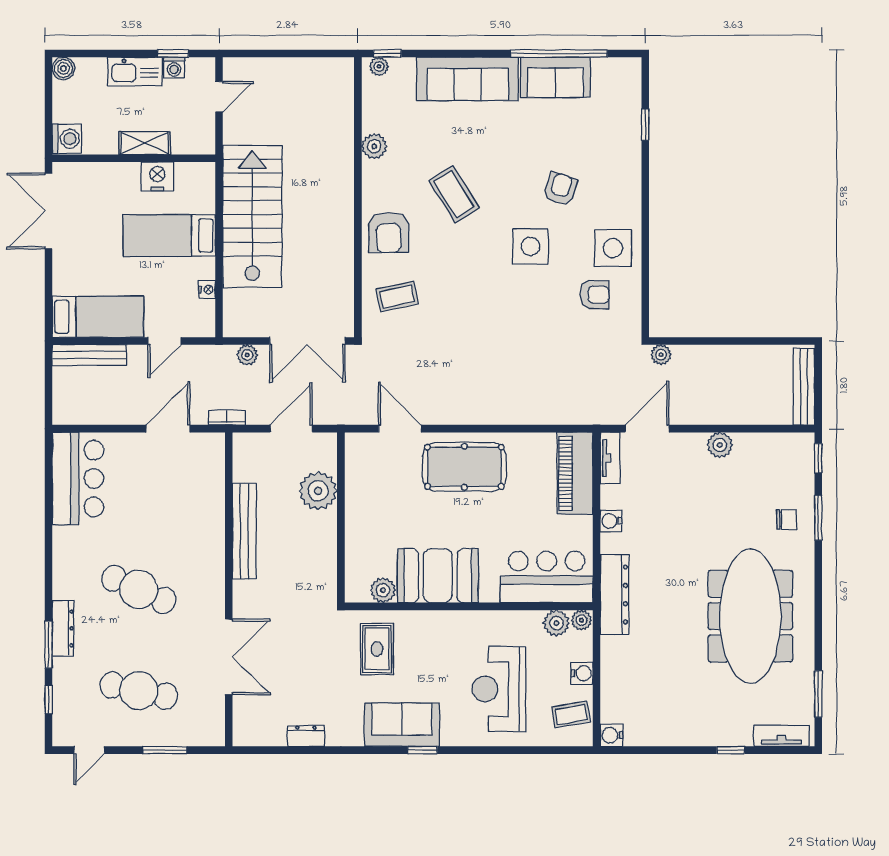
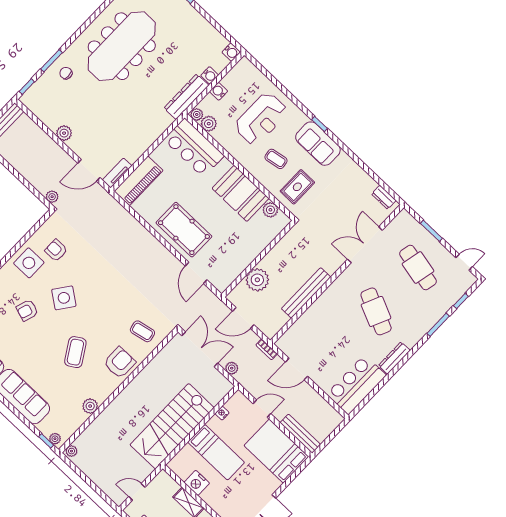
plant: (345, 71) -> (71, 451), added
side table: (530, 246) -> (64, 298), turned 36
bed: (98, 317) -> (276, 451), width x1.50
water cooler: (611, 521) -> (210, 75), moved
dresser: (614, 595) -> (186, 97), moved
dresser: (63, 628) -> (394, 358), moved
coffee table: (571, 715) -> (276, 159), moved
dresser: (306, 736) -> (384, 197), moved

